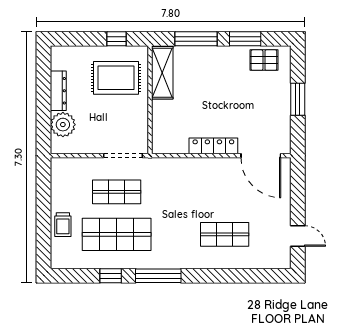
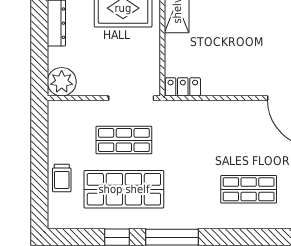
plant: (63, 125) -> (62, 82), moved
locker: (213, 146) -> (183, 87), moved, width x0.66

